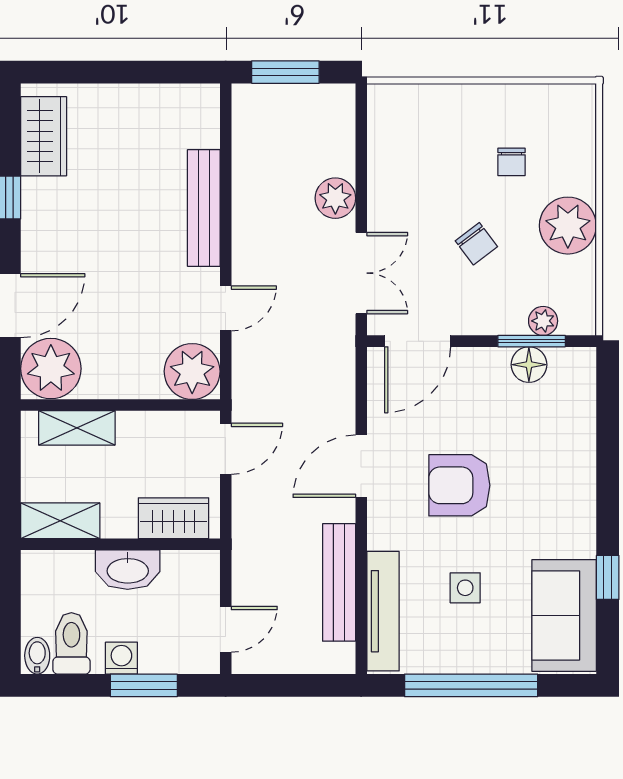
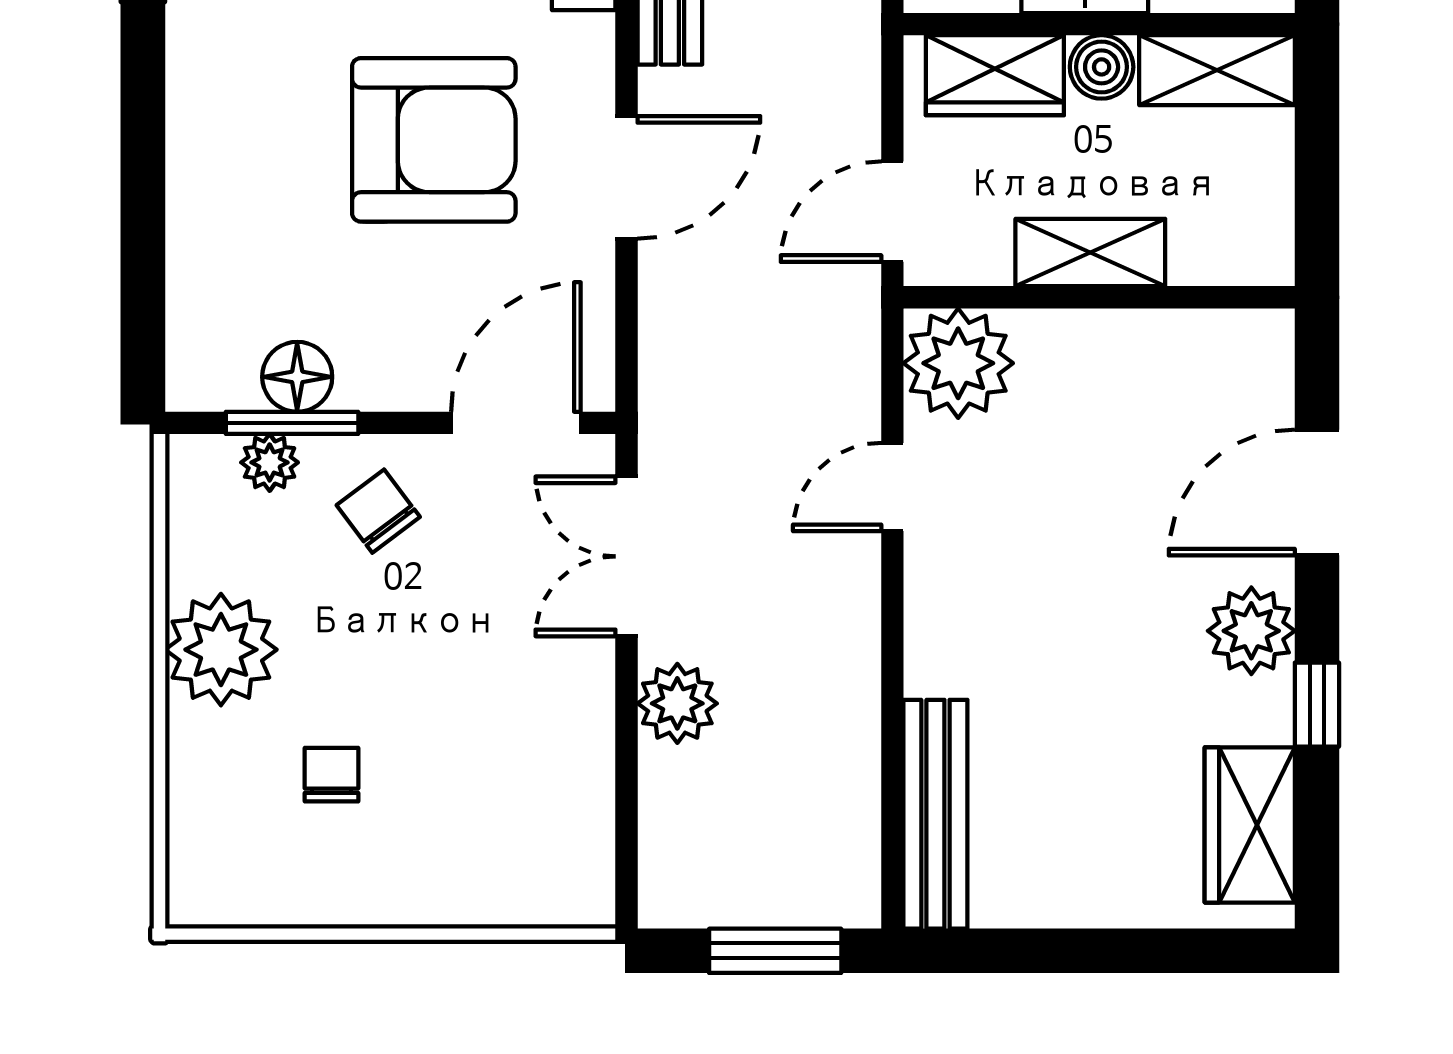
bench: (204, 208) -> (935, 814), moved
chair: (476, 244) -> (378, 511), moved
plant: (51, 369) -> (1251, 631), moved, width x0.73, depth x0.73
shelving: (77, 428) -> (1090, 253), moved
armchair: (459, 485) -> (434, 140), width x1.36, depth x1.36
boiler: (119, 522) -> (1102, 67), added

